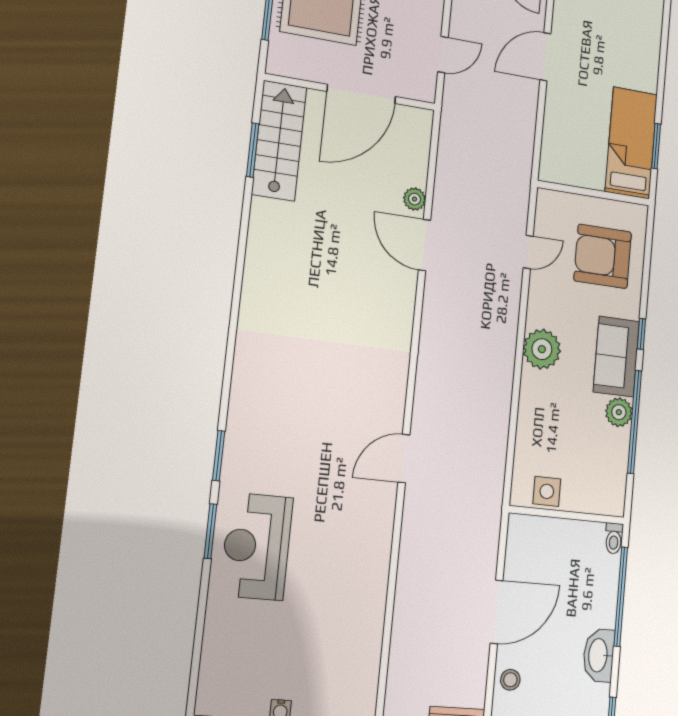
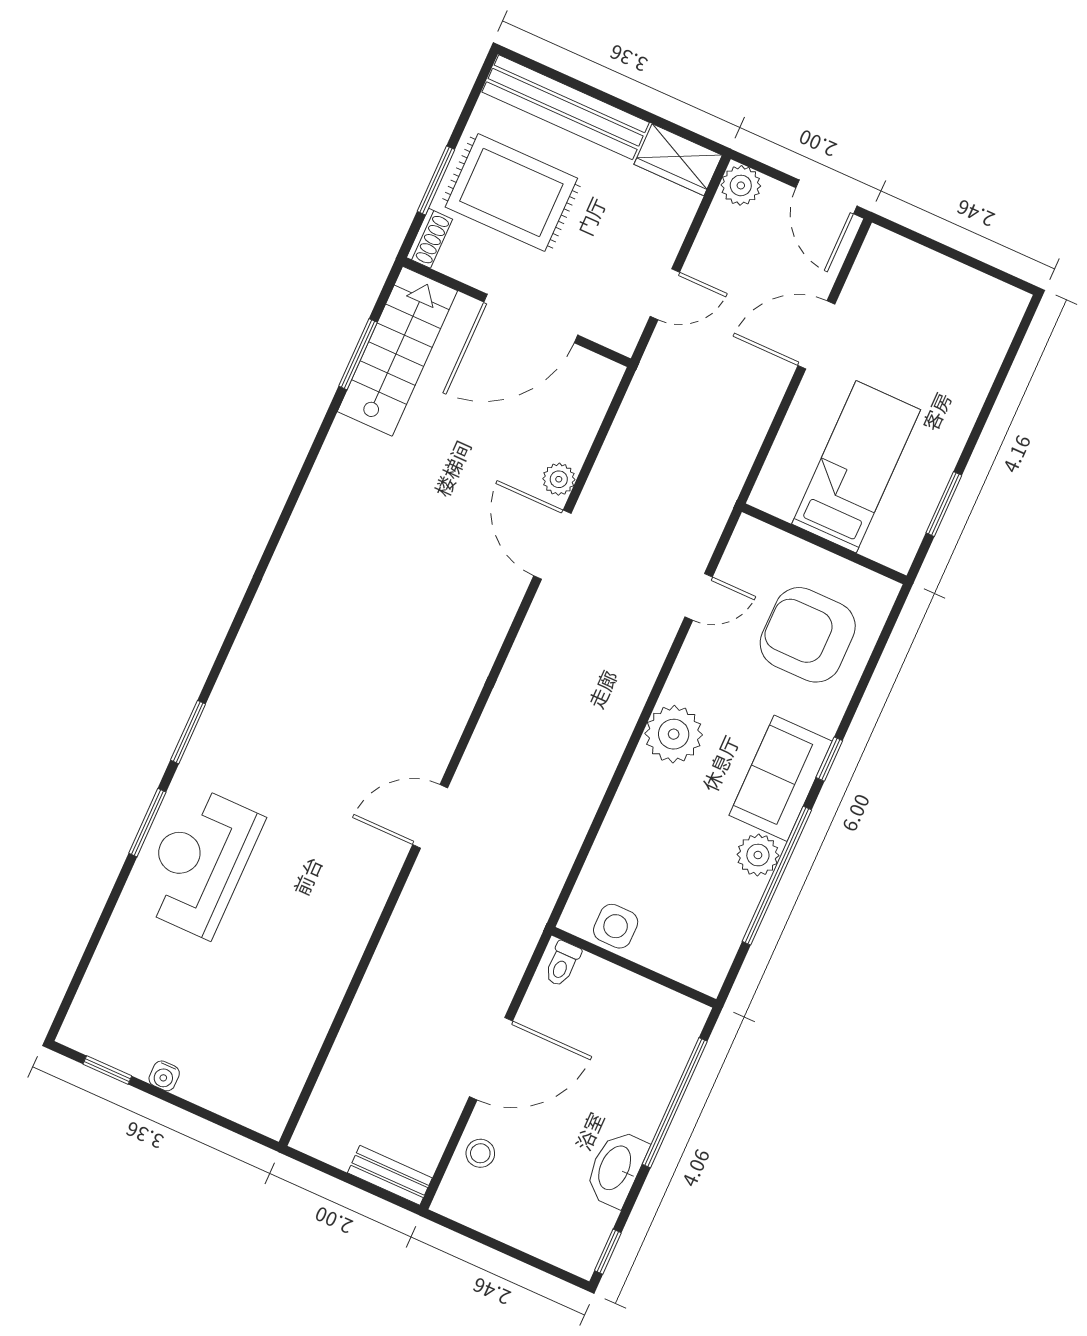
shoe rack: (276, 56) -> (430, 238), added
bed: (631, 143) -> (856, 467), moved
toilet: (614, 538) -> (562, 964), moved

